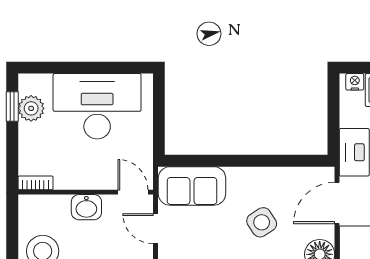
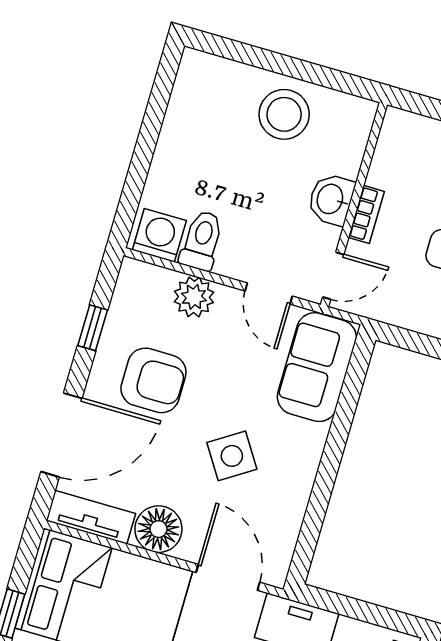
bookcase: (36, 183) -> (366, 214), moved
door: (155, 229) -> (269, 294), swing flipped

